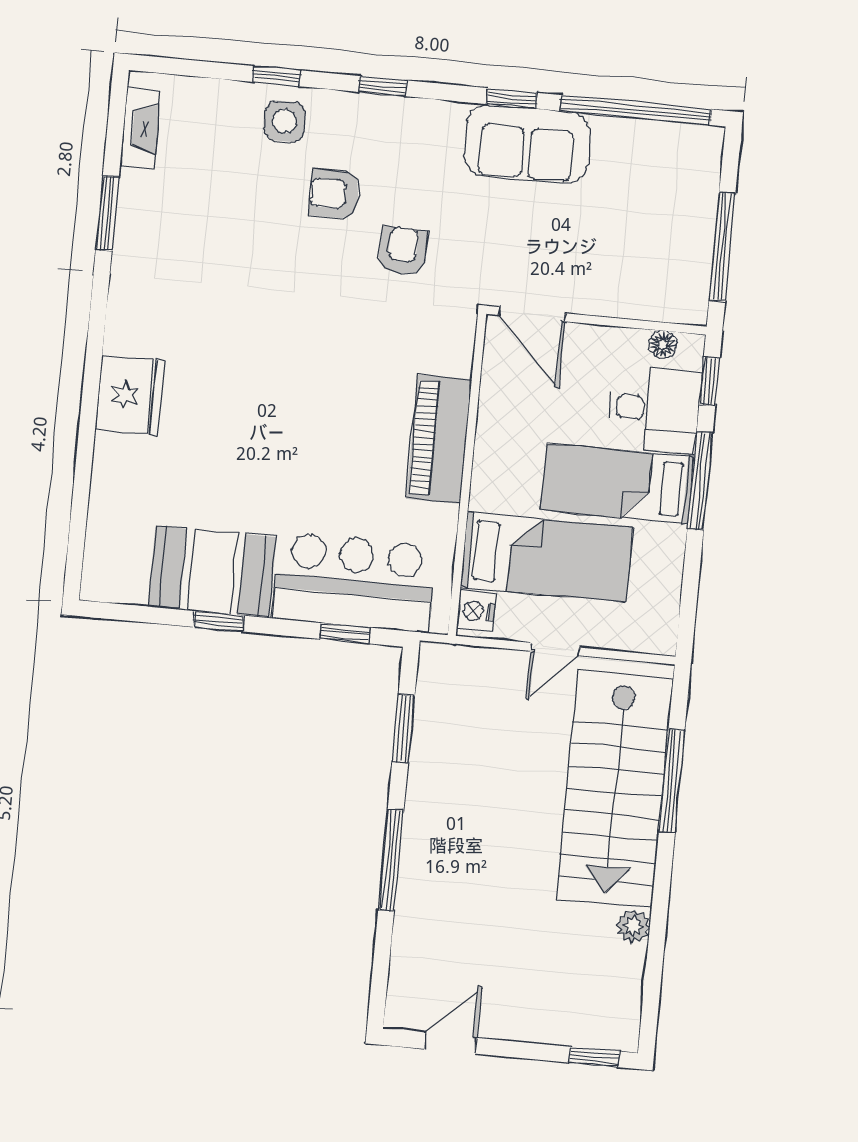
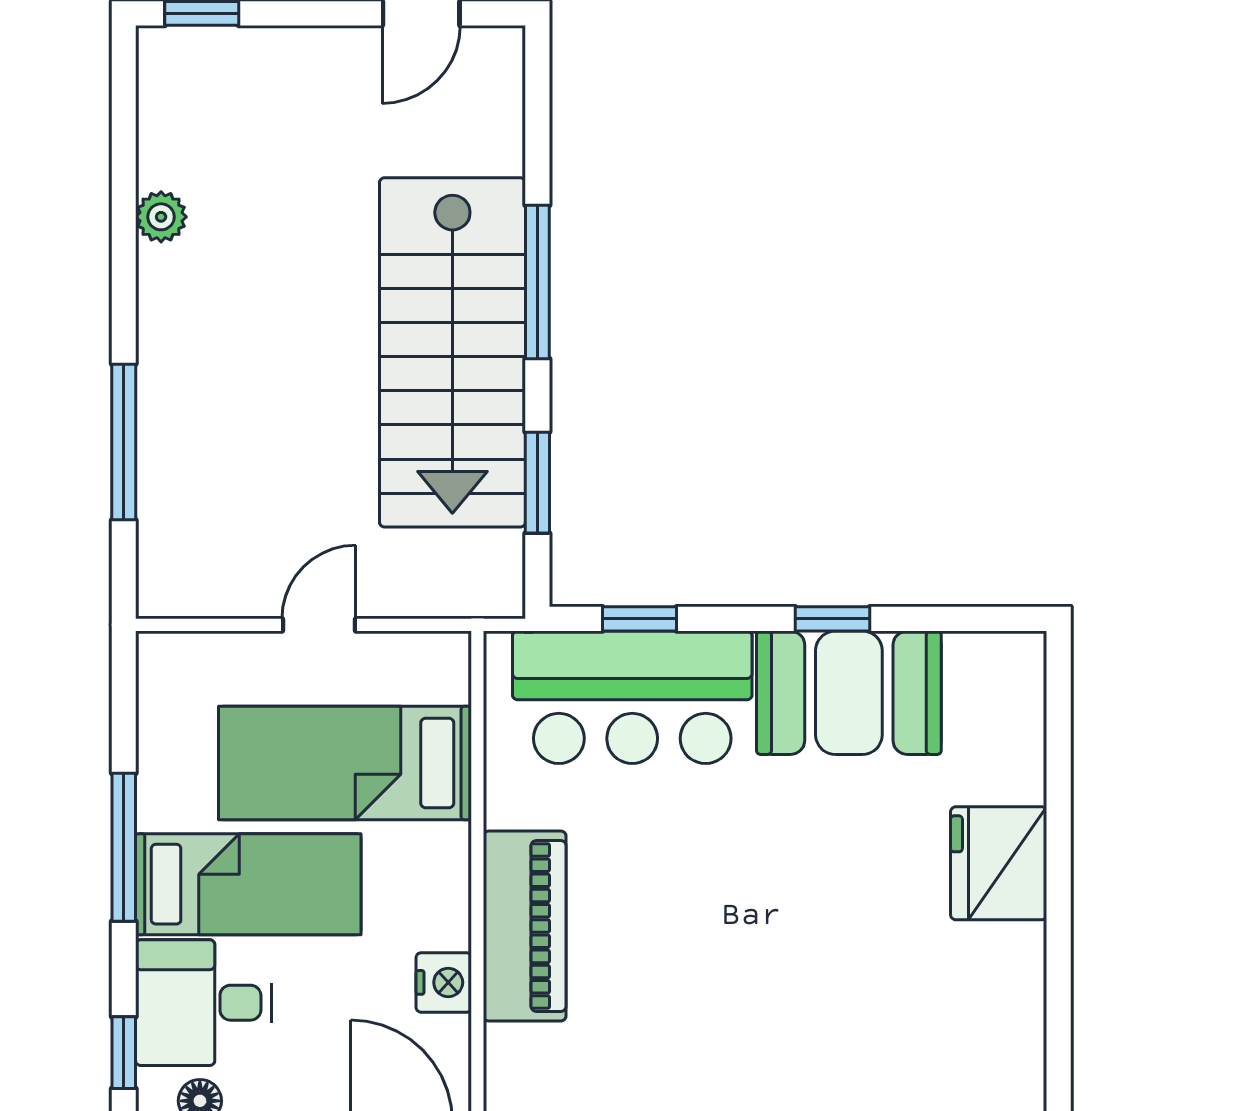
fridge: (130, 395) -> (999, 863), moved
window: (700, 481) -> (124, 847), moved
nightstand: (476, 611) -> (444, 982), moved
stairs: (615, 789) -> (452, 352), moved, turned 180

